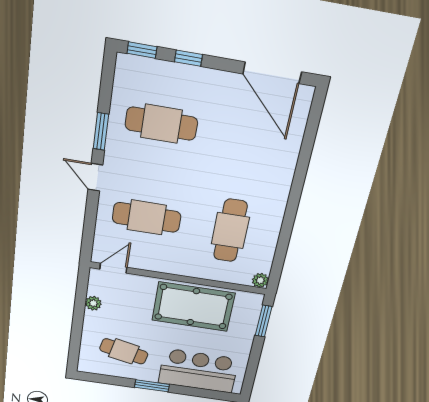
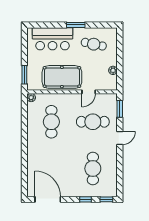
cafe table: (161, 124) -> (93, 169), turned 90
window: (101, 131) -> (120, 109), moved
door: (95, 177) -> (120, 138), hinge flipped
door: (113, 268) -> (89, 92), moved

